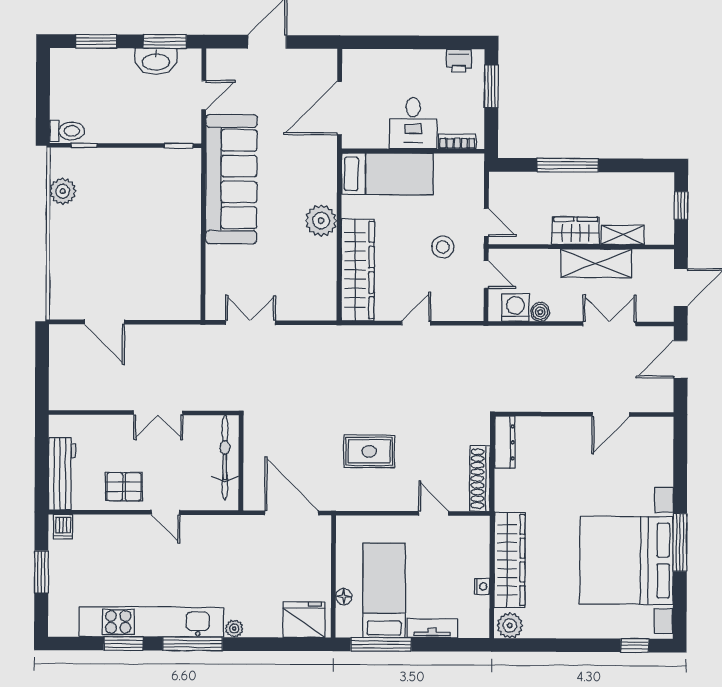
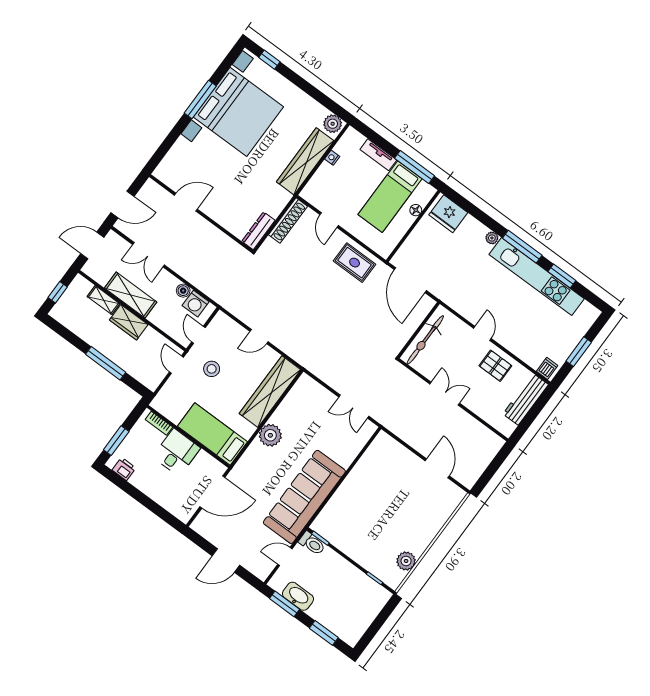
toilet: (67, 131) -> (312, 543), moved, turned 180
rug: (369, 451) -> (355, 263), moved

